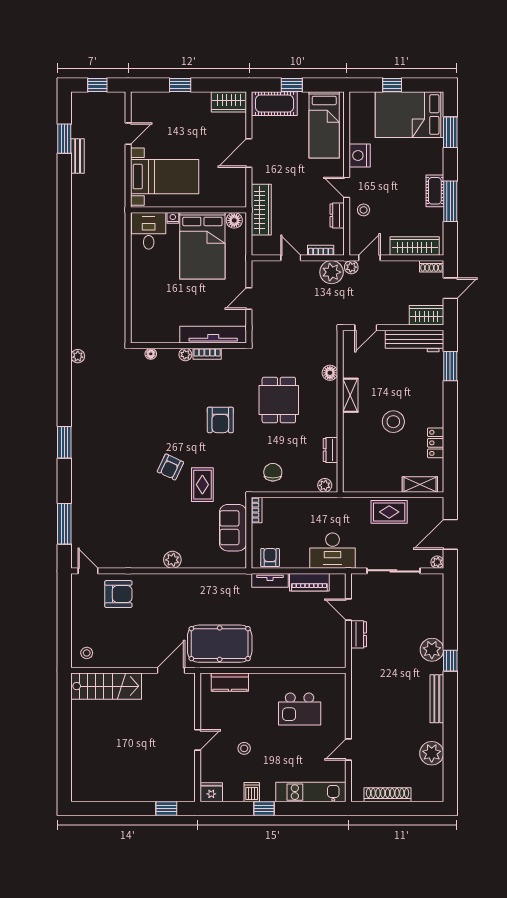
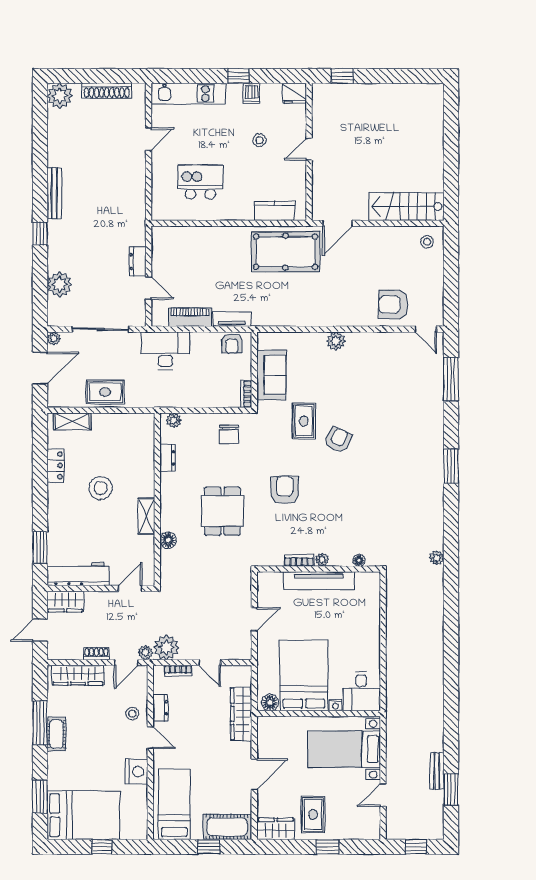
rug: (194, 115) -> (313, 814), added
shoe rack: (432, 266) -> (96, 654), moved
tv unit: (213, 335) -> (319, 581), moved
plant: (432, 650) -> (59, 284), moved
plant: (432, 753) -> (60, 96), moved

